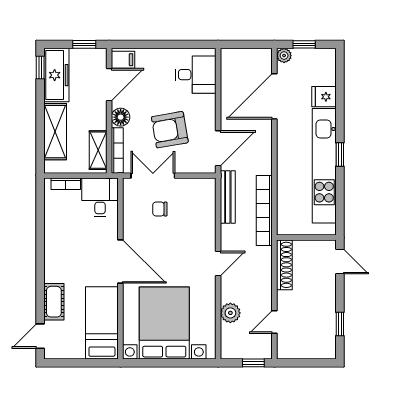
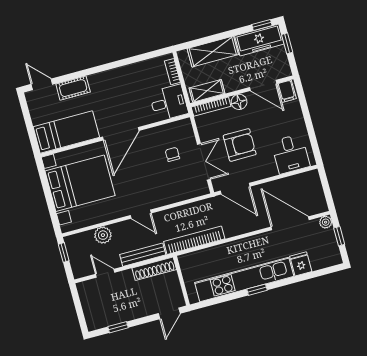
window: (84, 44) -> (287, 43), moved
armchair: (170, 130) -> (240, 145), turned 100
double door: (153, 176) -> (204, 162), moved
bench: (228, 197) -> (143, 255), moved
window: (253, 363) -> (64, 253), moved

